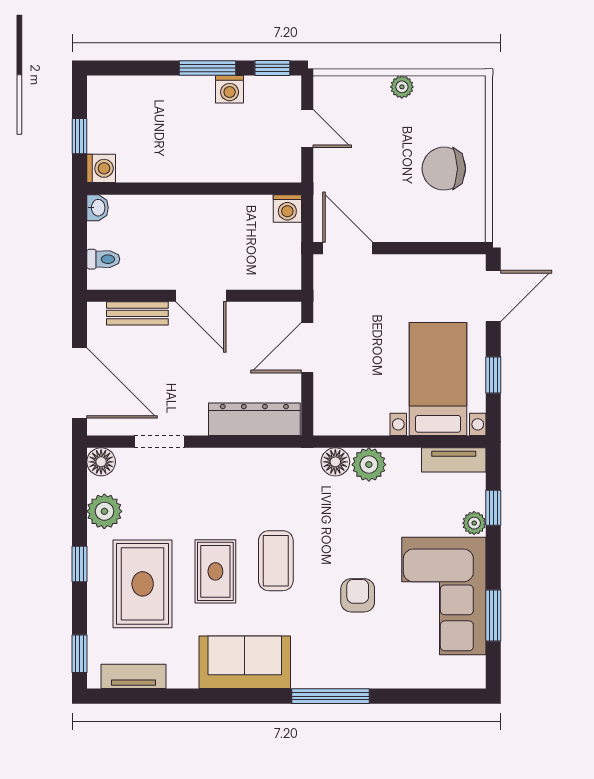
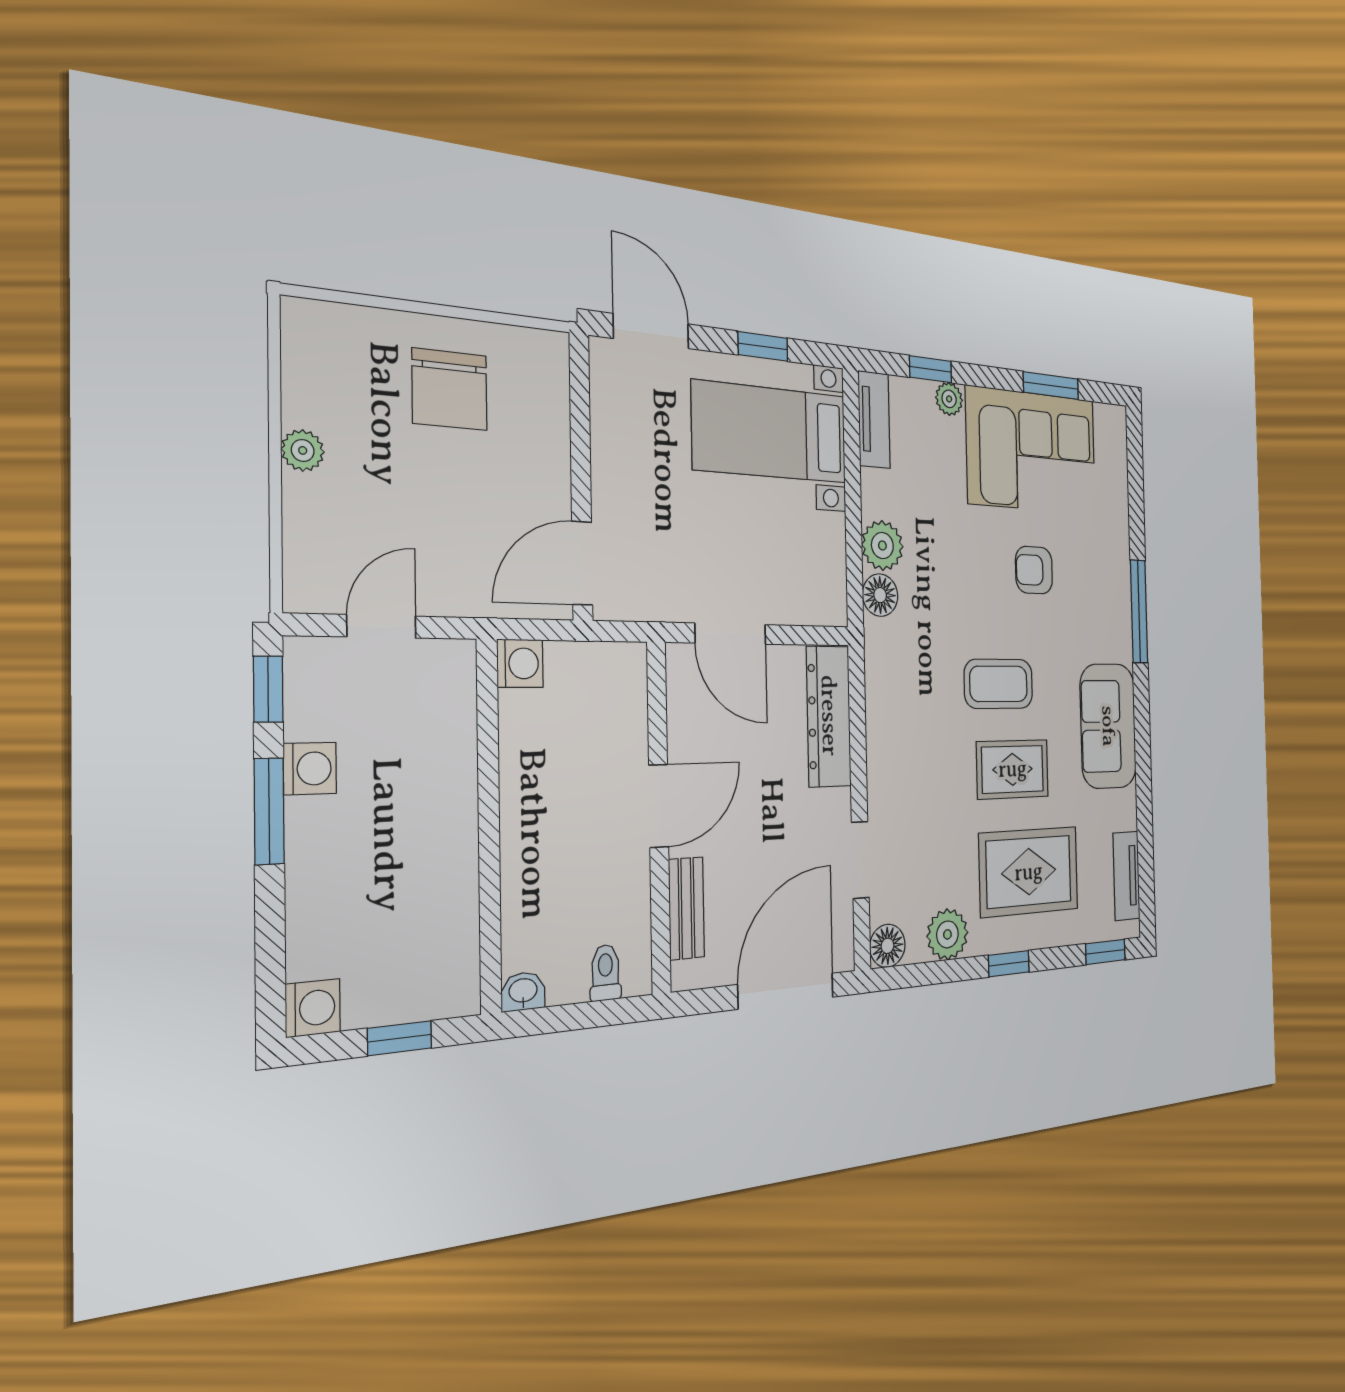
washing machine: (101, 168) -> (313, 1008), moved, turned 90

